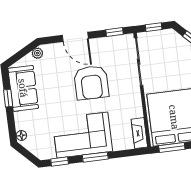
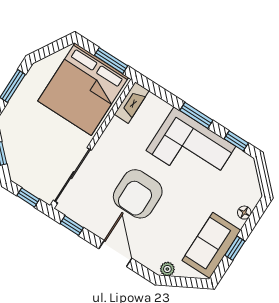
armchair: (91, 83) -> (138, 194), turned 180
floor lamp: (21, 135) -> (244, 213), moved

